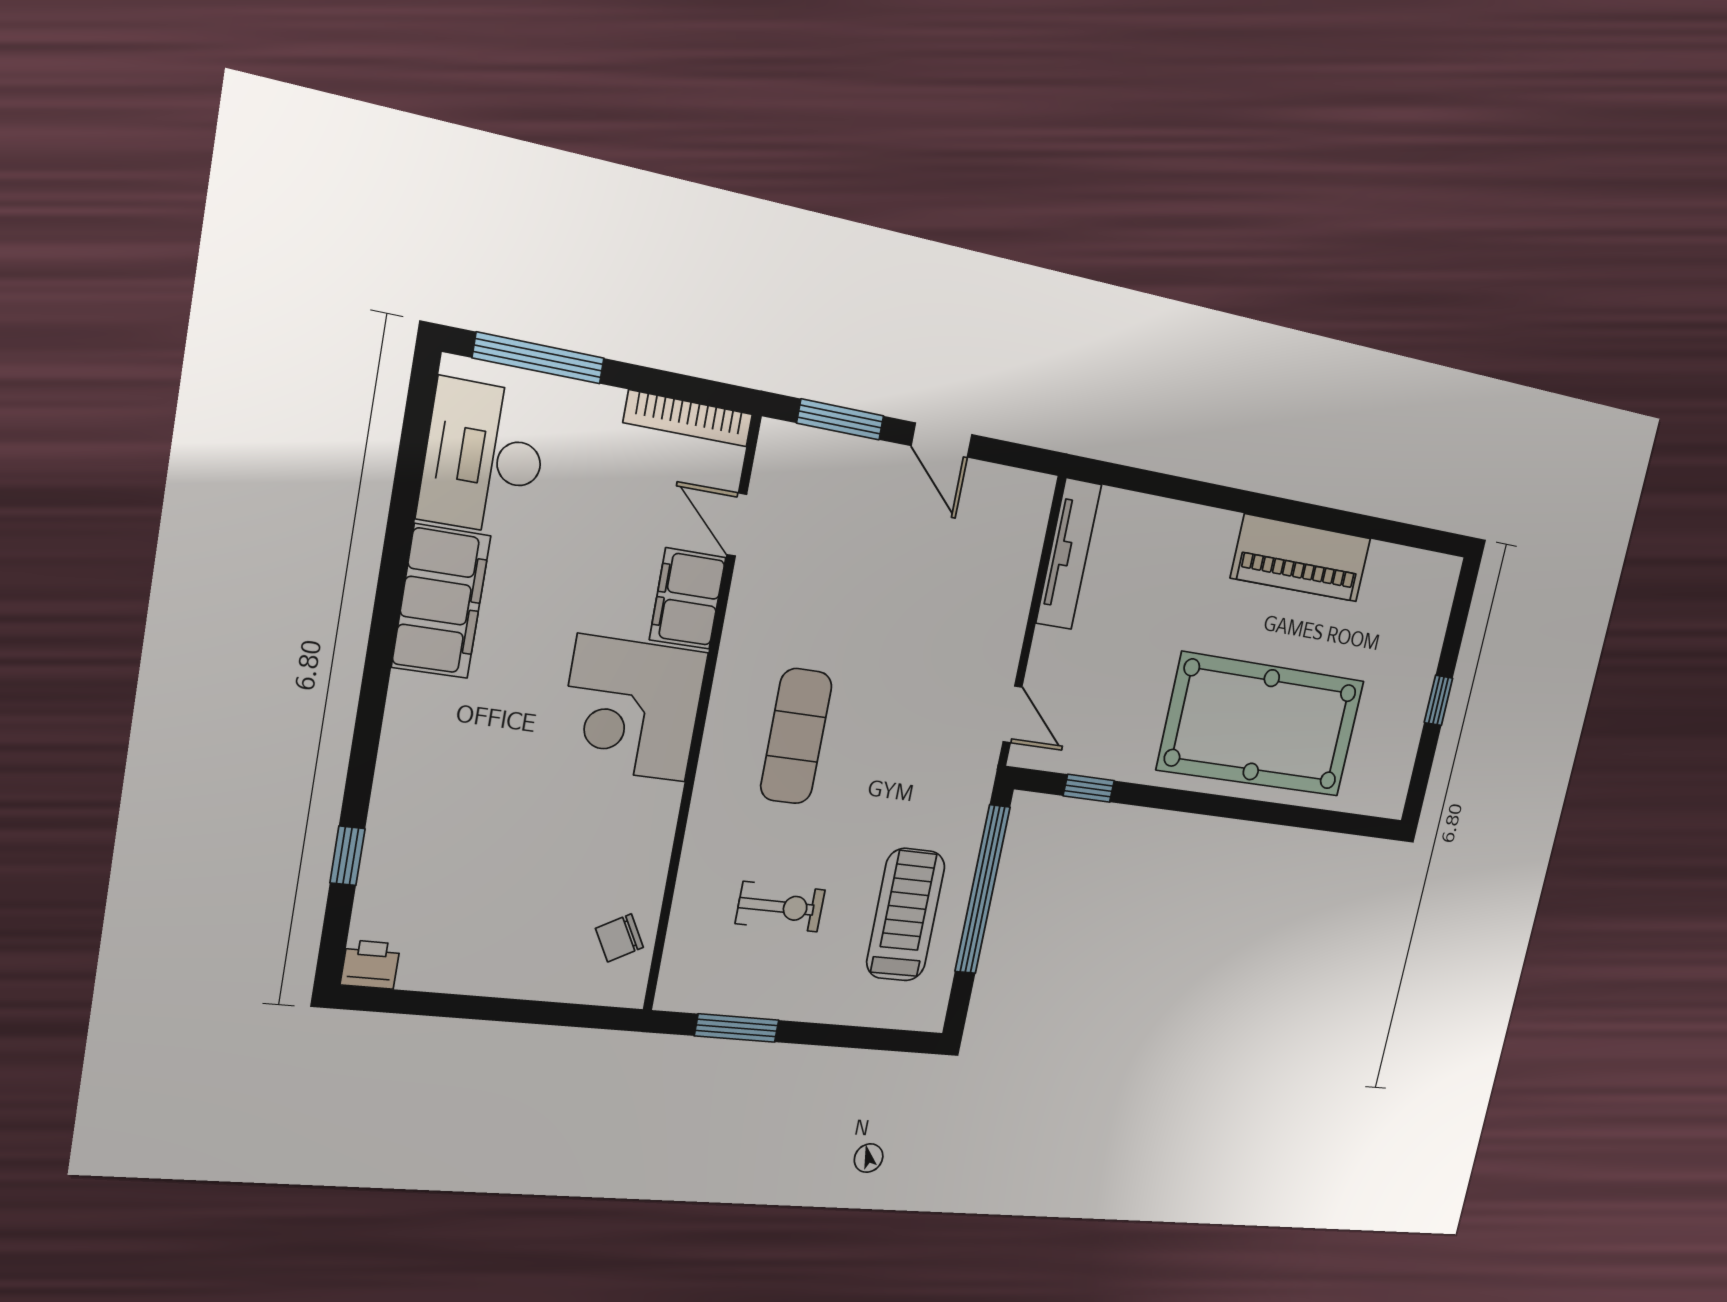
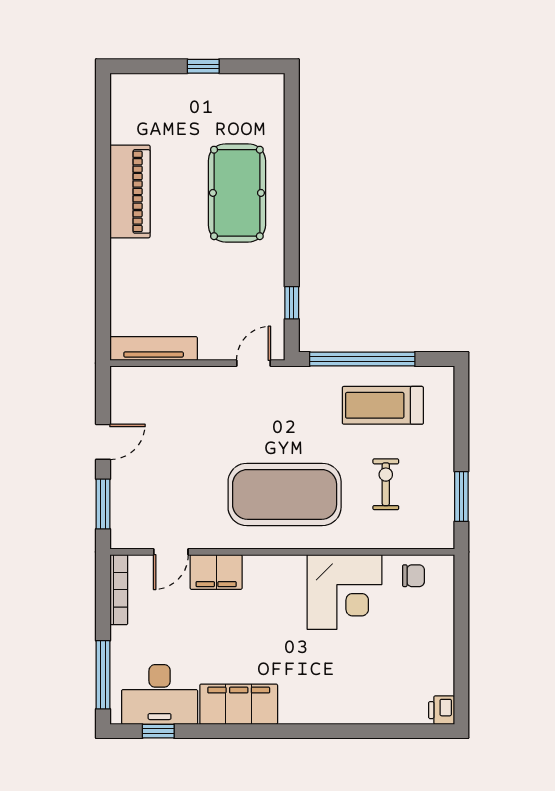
corner desk: (632, 709) -> (344, 592), moved
pool table: (1261, 725) -> (237, 193), width x0.73, depth x0.76
exercise mat: (796, 736) -> (285, 494), width x2.00, depth x1.45
window: (347, 856) -> (158, 731), moved
chair: (619, 938) -> (414, 576), turned -61

